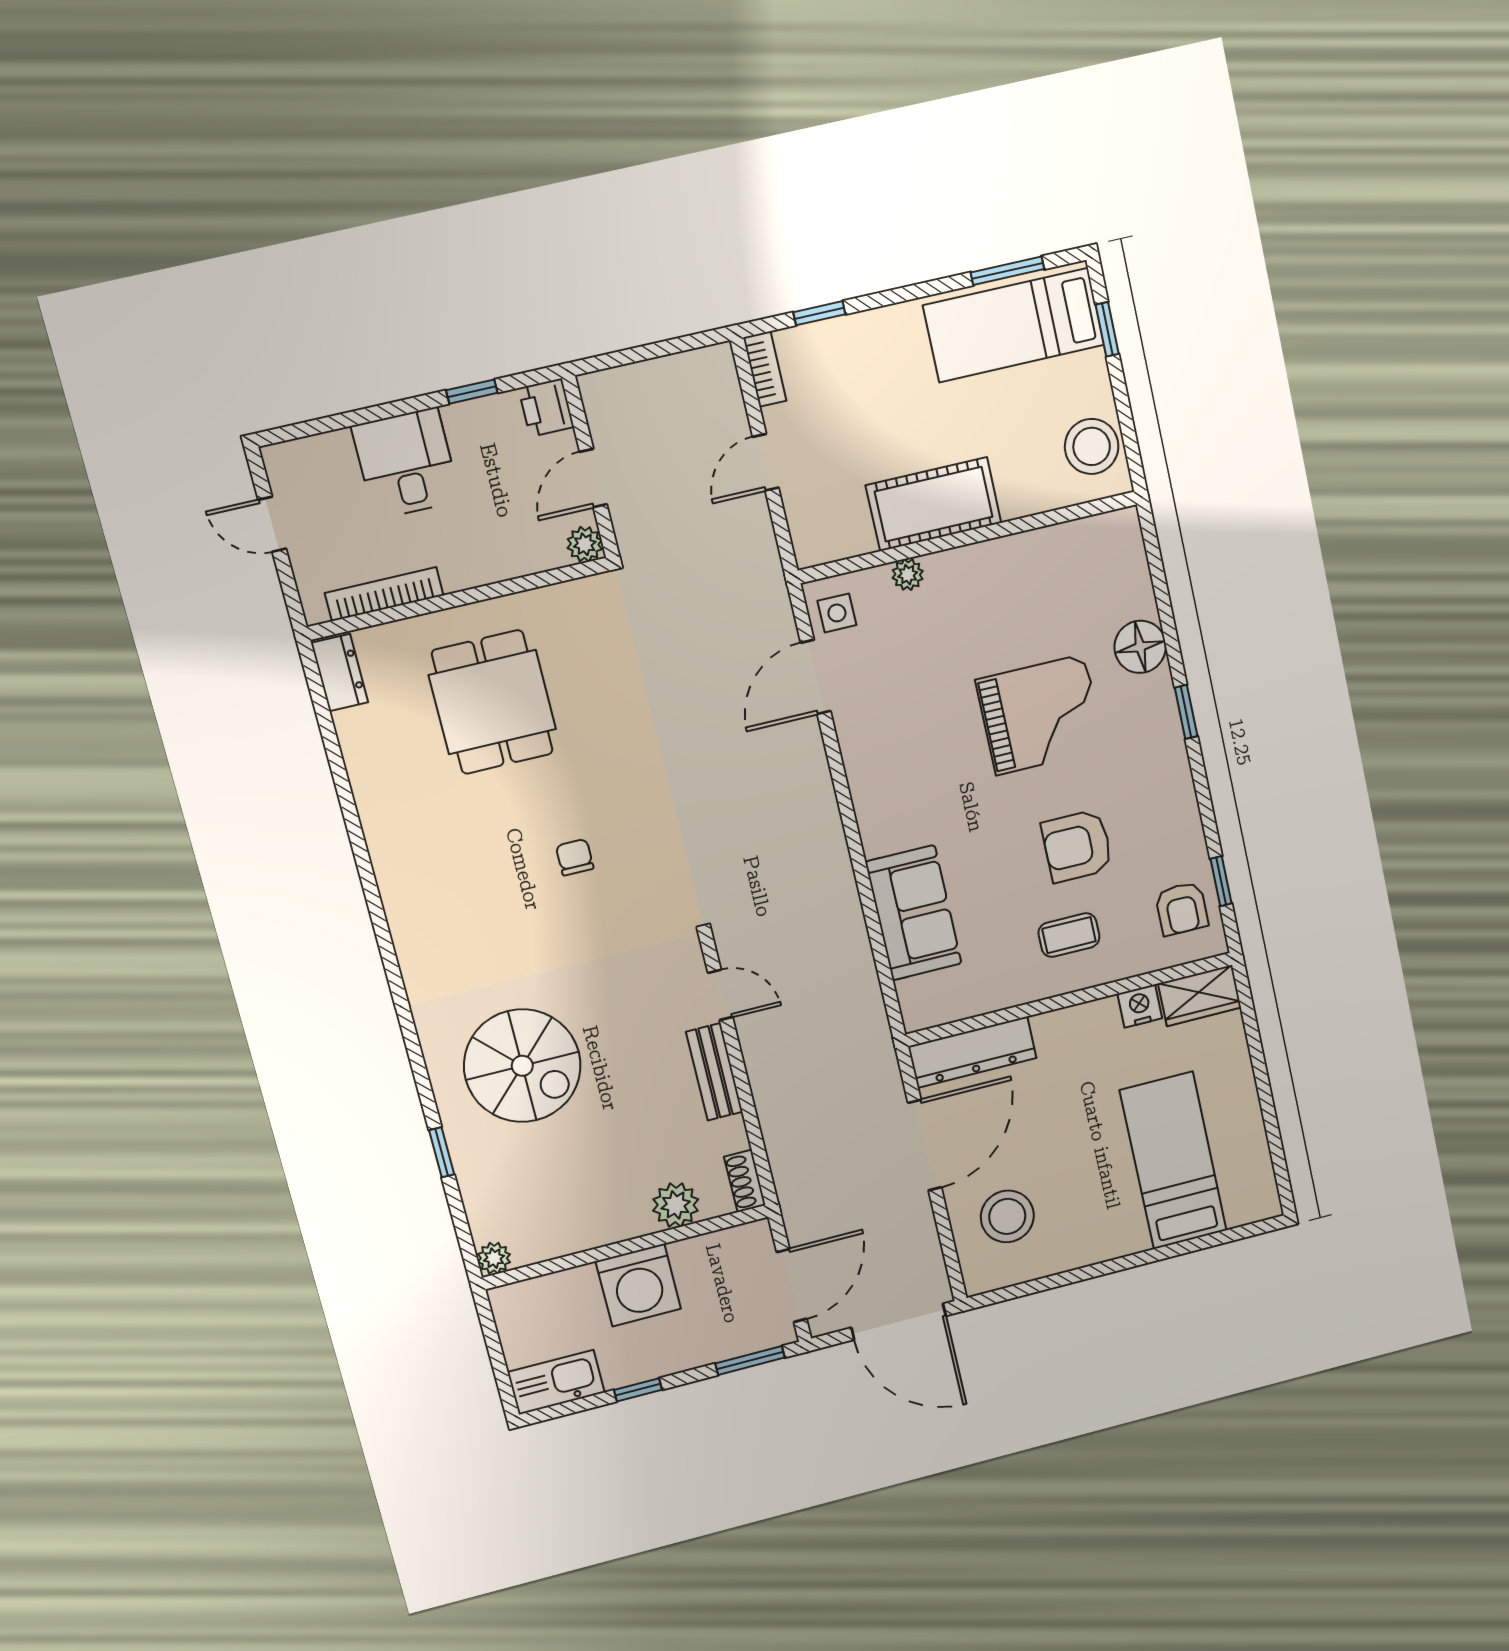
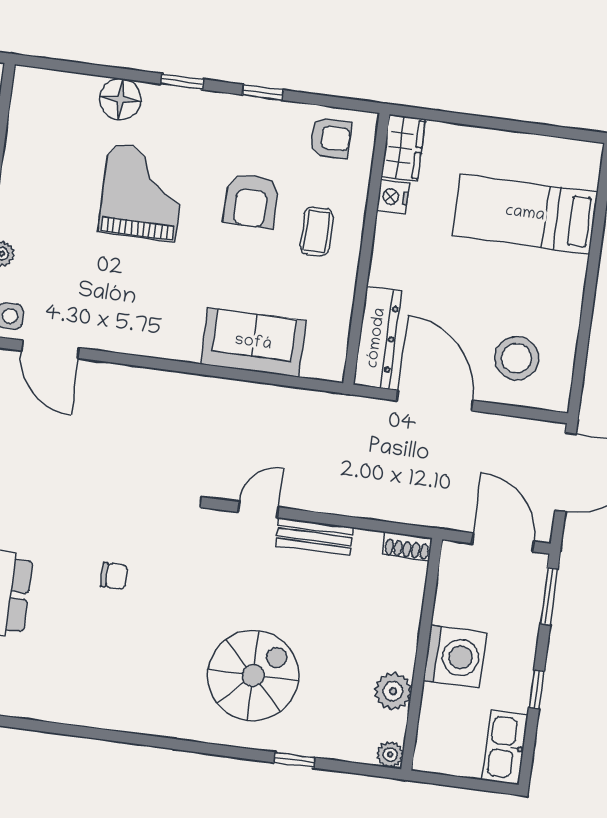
chair: (575, 857) -> (114, 576), turned 180
window: (1221, 881) -> (263, 92), moved
plant: (676, 1205) -> (393, 691), moved

